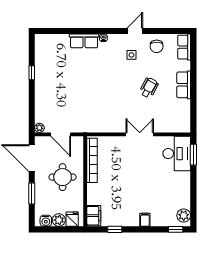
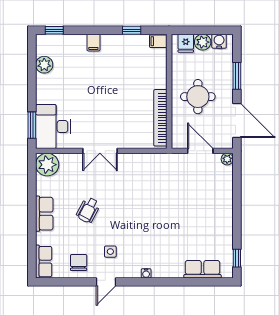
row of seats: (84, 41) -> (203, 269), moved
window: (32, 73) -> (237, 258), moved
plant: (181, 124) -> (47, 165), added
plant: (184, 215) -> (44, 65), moved
filing cabinet: (94, 216) -> (158, 41), width x0.50

